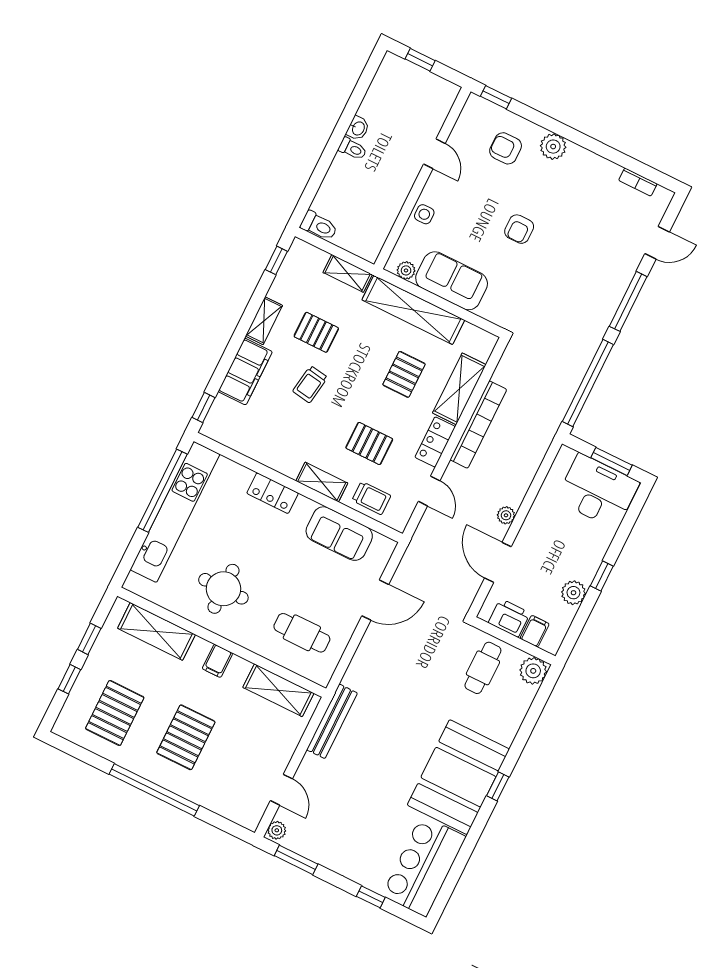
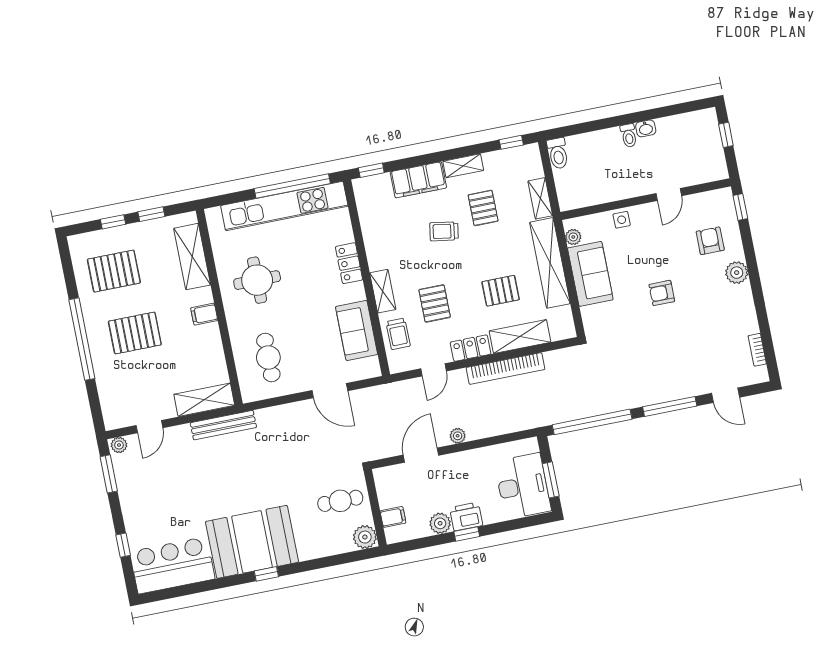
printer: (509, 618) -> (466, 516), moved, turned -90
shelving: (278, 690) -> (204, 400), moved, turned 90

